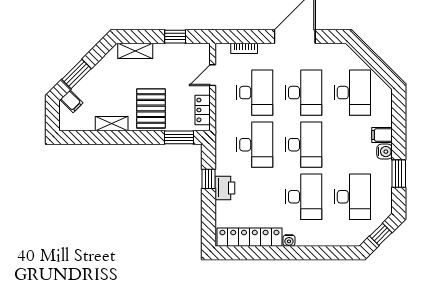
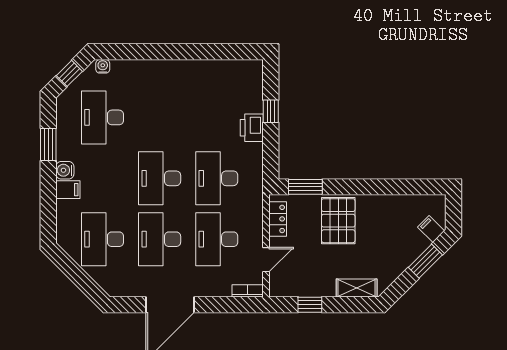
bookcase: (244, 48) -> (248, 291), moved
shelving: (112, 124) -> (384, 203), removed
window: (209, 179) -> (271, 111), moved
desk: (304, 197) -> (160, 117), removed
locker: (249, 237) -> (223, 70), removed
water cooler: (289, 240) -> (103, 66), moved

